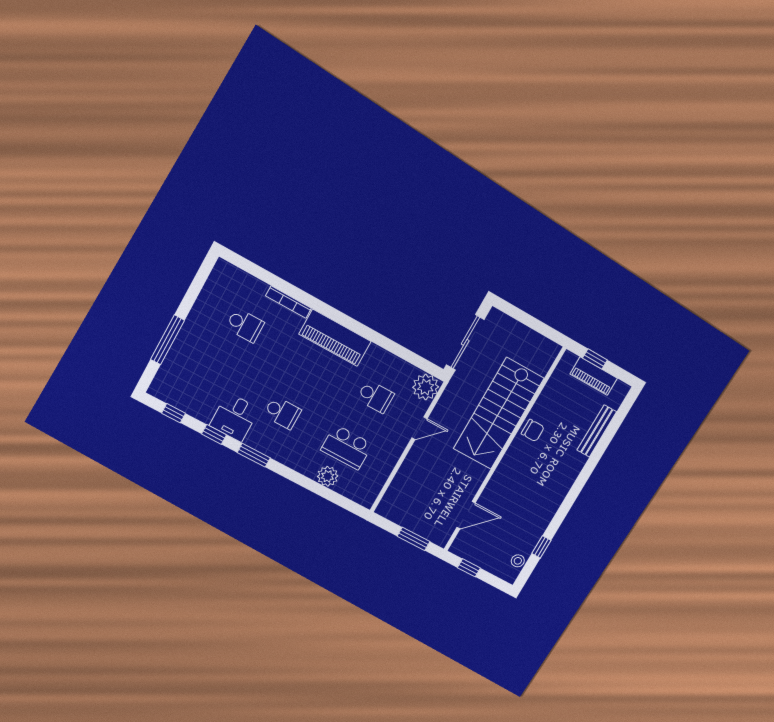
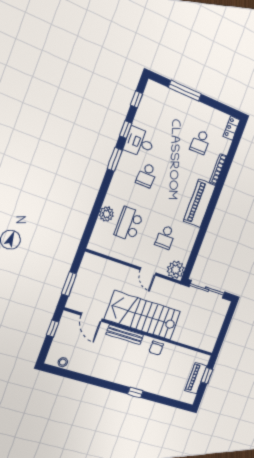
locker: (230, 272) -> (232, 128), added
stairs: (499, 413) -> (143, 315), moved
bench: (597, 431) -> (125, 335), moved
window: (541, 547) -> (135, 393), moved

